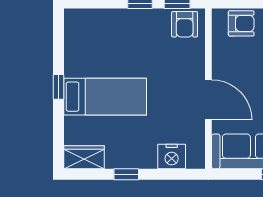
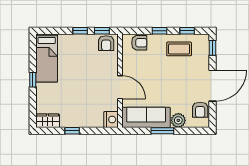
bed: (105, 97) -> (47, 58), moved, turned 90
nightstand: (172, 157) -> (111, 120), moved, turned -90

